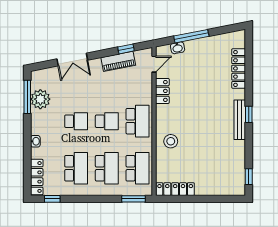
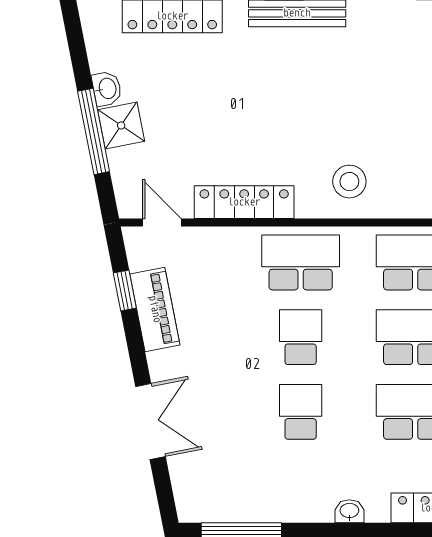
shower: (194, 47) -> (121, 125), added
washbasin: (178, 48) -> (107, 89), moved
locker: (162, 91) -> (244, 202), width x1.53
plant: (40, 99) -> (247, 499), removed

